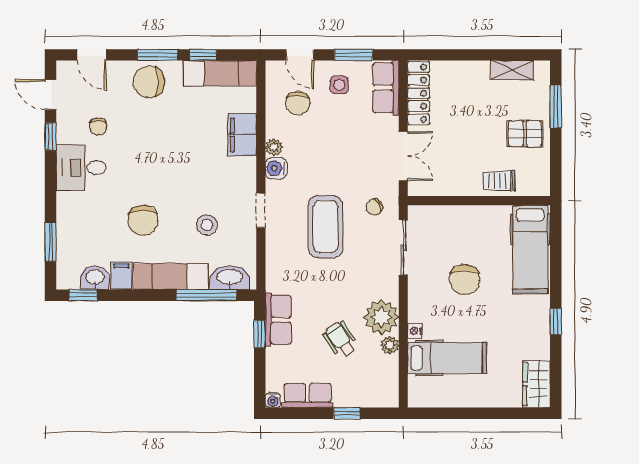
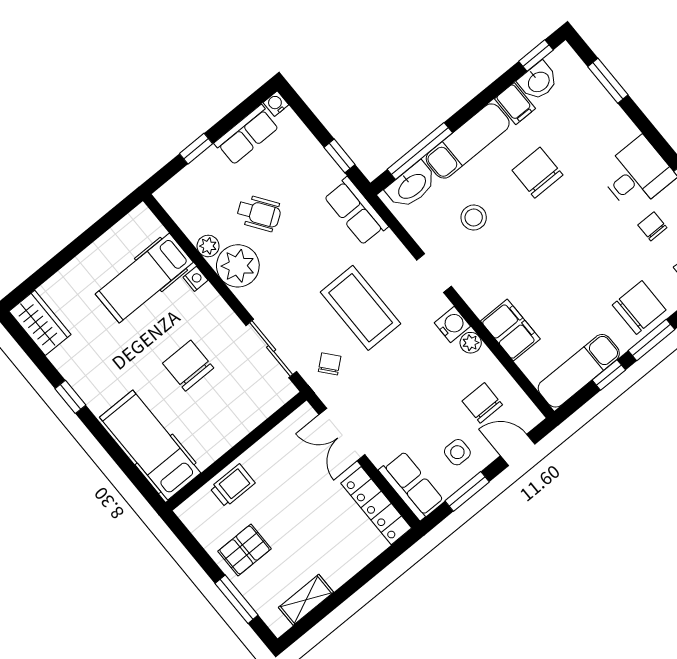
row of seats: (278, 320) -> (356, 211), moved

